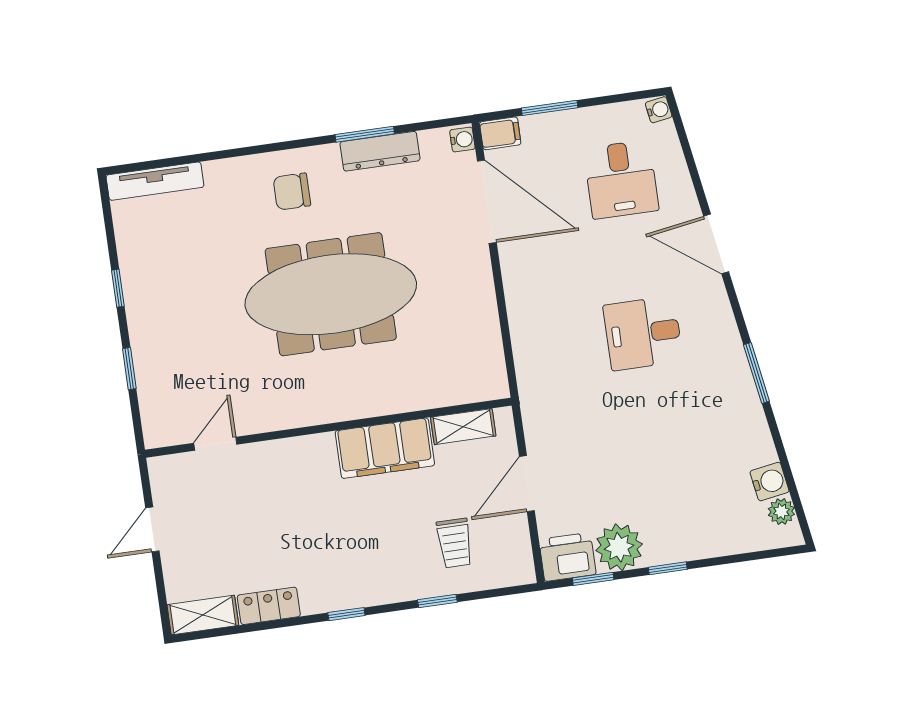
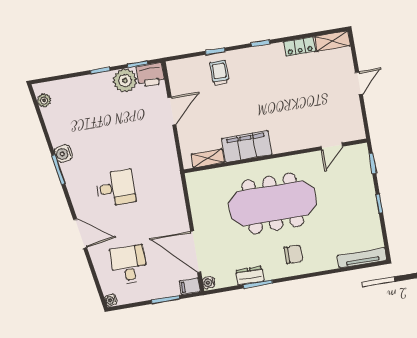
dresser: (380, 151) -> (250, 276), width x0.70
shelving: (463, 427) -> (208, 158), moved
wall: (328, 428) -> (275, 156), moved
door: (215, 444) -> (332, 146), moved
filing cabinet: (385, 448) -> (247, 146), moved
water cooler: (769, 482) -> (63, 154), moved
trolley: (455, 543) -> (219, 73), moved

